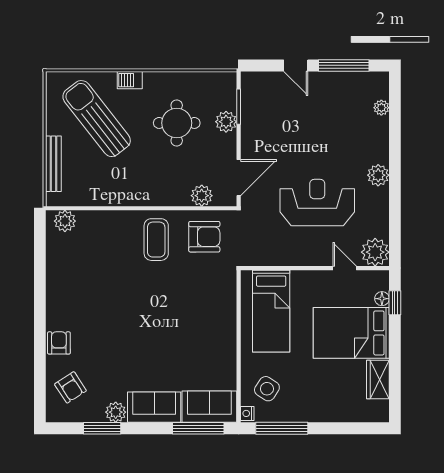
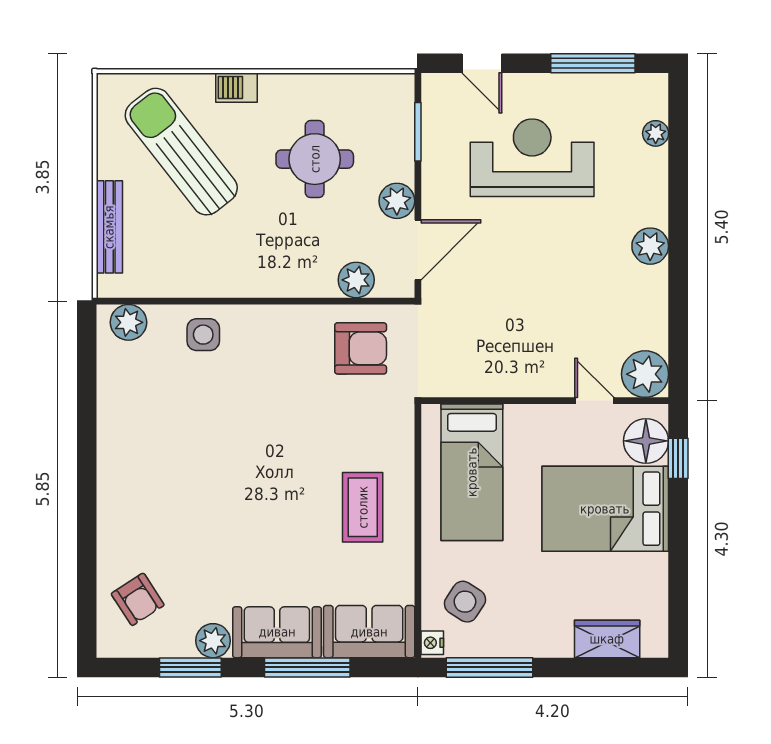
door: (296, 65) -> (482, 63), moved
plant: (226, 122) -> (397, 201), moved
reception desk: (317, 203) -> (532, 158), moved
side table: (110, 228) -> (203, 335), added
coffee table: (156, 240) -> (363, 507), moved
floor lamp: (382, 299) -> (646, 441), width x1.89, depth x1.89
armchair: (59, 343) -> (118, 525), removed
wardrobe: (378, 380) -> (607, 639), moved, turned 90
window: (198, 428) -> (307, 667), moved

